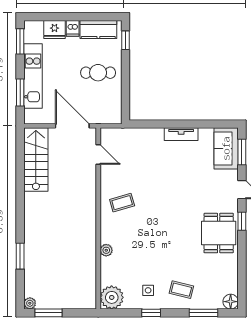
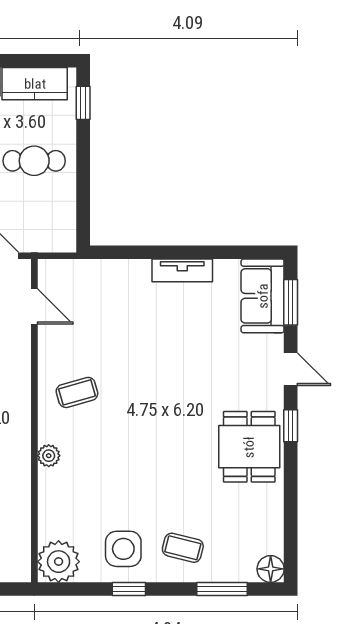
plant: (106, 250) -> (49, 456), moved
side table: (148, 290) -> (123, 549), width x1.87, depth x1.87

